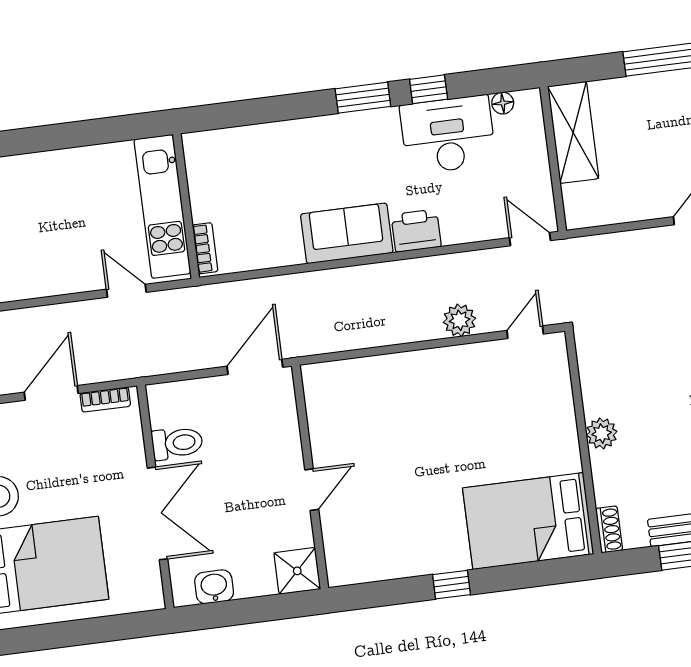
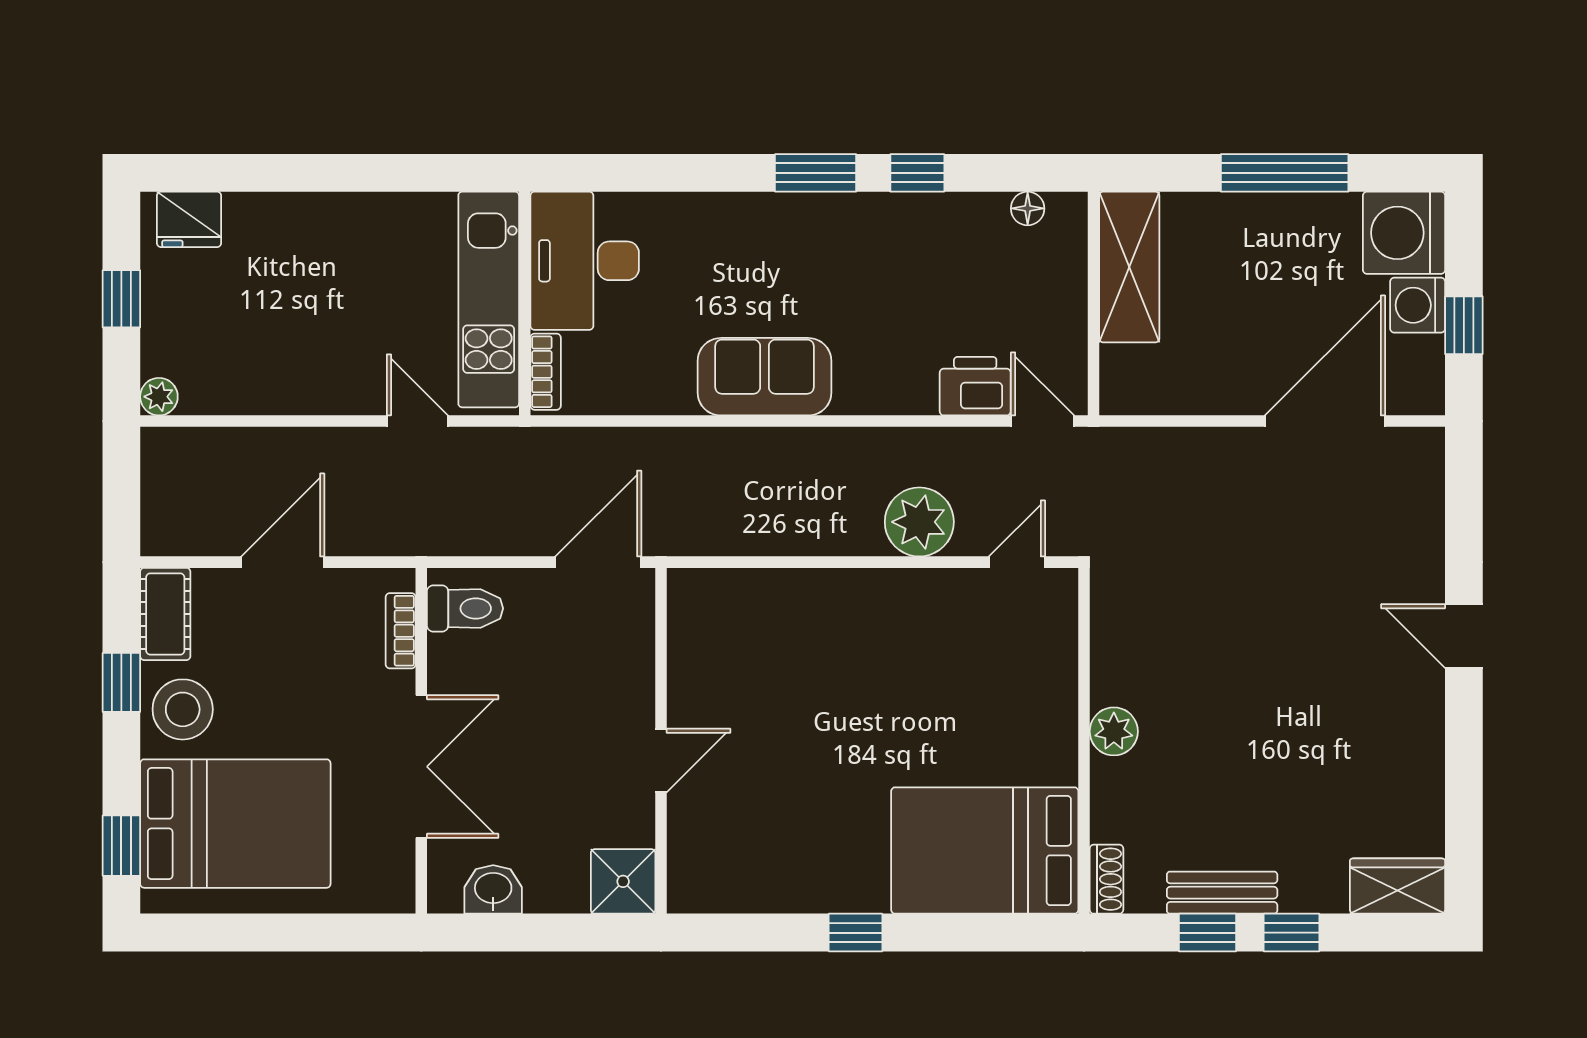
desk: (448, 135) -> (585, 261), moved, turned -90
printer: (416, 231) -> (975, 386), moved
plant: (460, 320) -> (919, 522), width x1.36, depth x1.36
bookcase: (105, 400) -> (401, 631), moved, turned 90
toilet: (177, 443) -> (465, 608), moved

